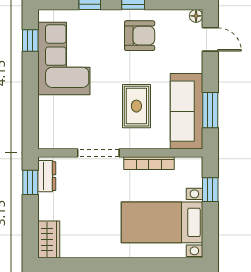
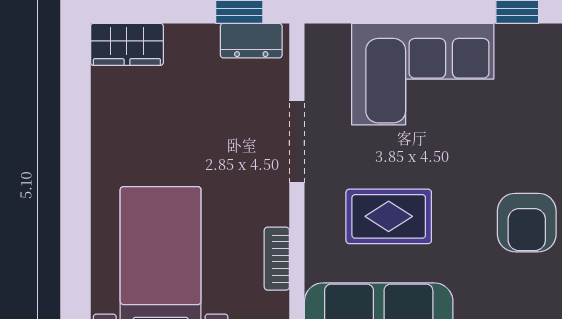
corner sofa: (64, 58) -> (423, 74), moved
bookcase: (149, 163) -> (277, 259), width x0.64

